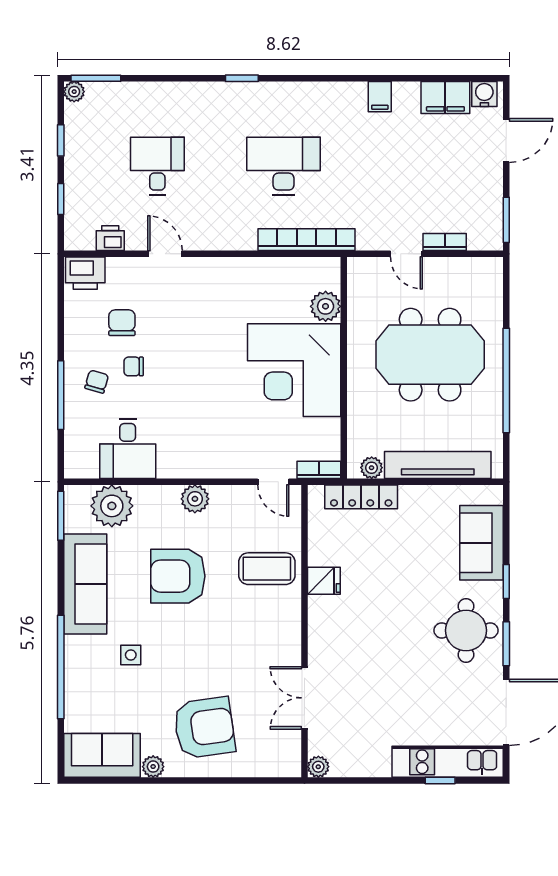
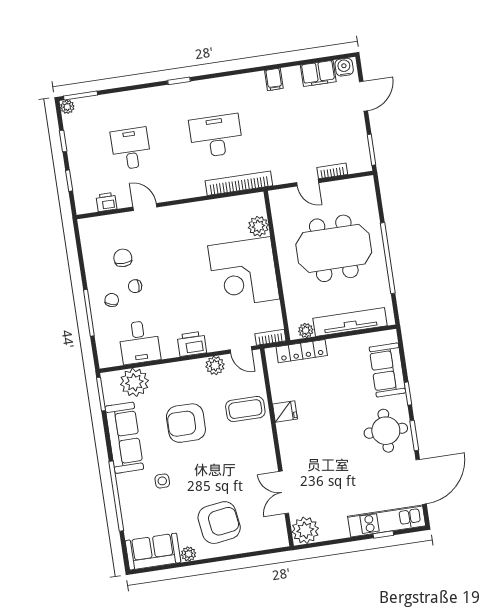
printer: (85, 273) -> (192, 344), moved, turned 180
plant: (195, 499) -> (215, 365), moved
plant: (318, 767) -> (305, 530), width x1.88, depth x1.88

